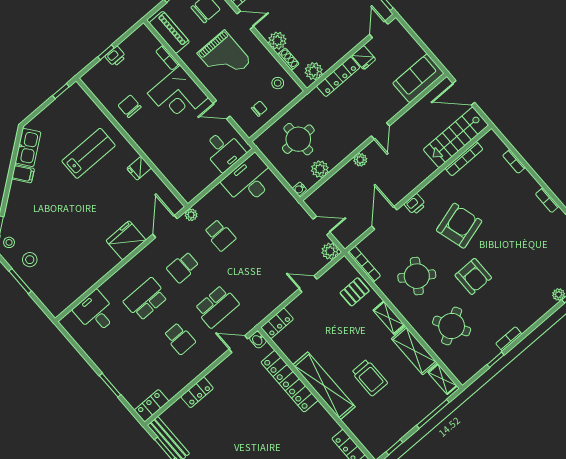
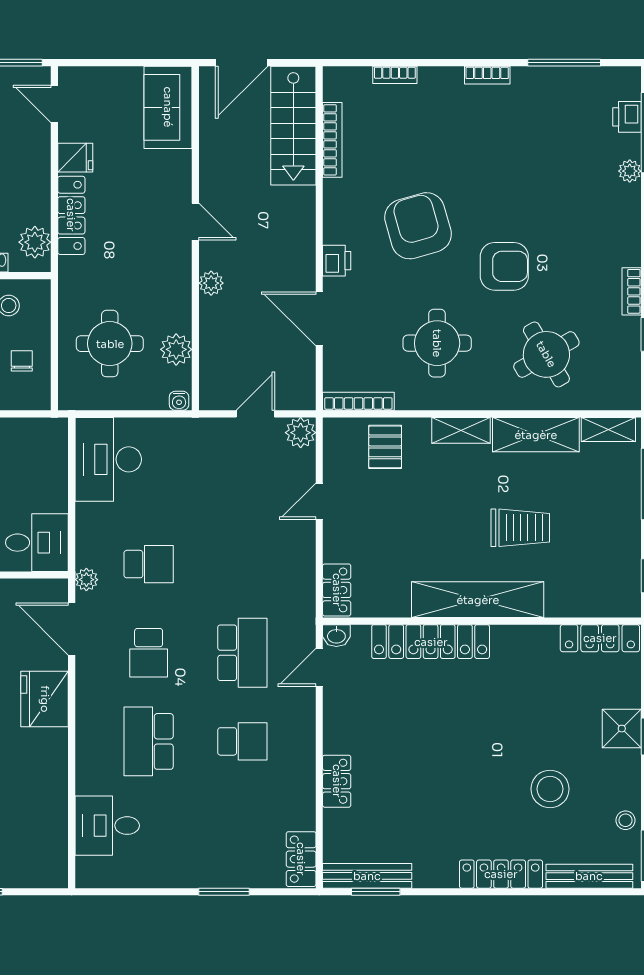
desk: (224, 150) -> (37, 543), moved
round table: (417, 276) -> (437, 343), turned -34

